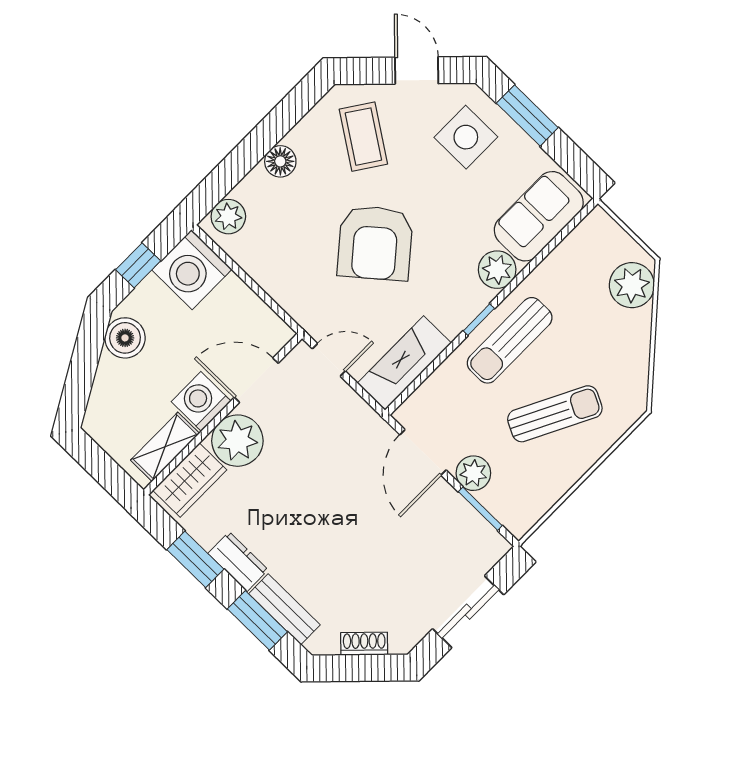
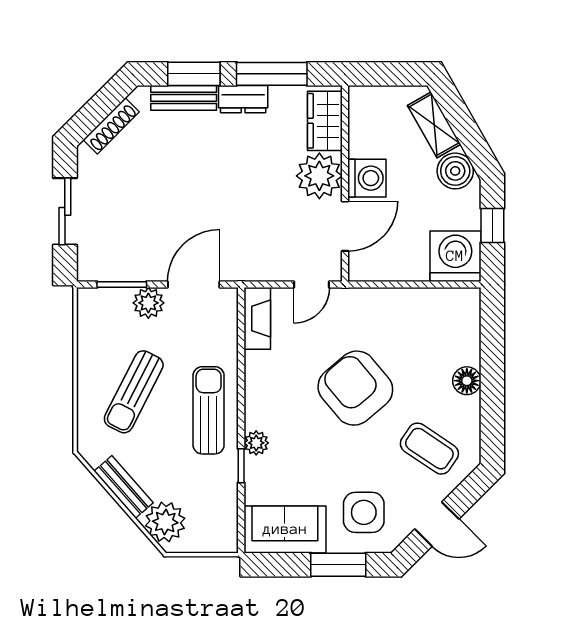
sofa: (539, 216) -> (285, 529), moved, turned -90
plant: (228, 217) -> (465, 313), removed
plant: (497, 270) -> (256, 443), width x0.73, depth x0.73
window: (479, 320) -> (241, 466), moved
bench: (638, 346) -> (124, 487), added
fireplace: (404, 363) -> (257, 318), width x0.73, depth x0.76
shelving: (165, 447) -> (434, 125), moved, turned -30
door: (423, 452) -> (194, 285), hinge flipped
window: (195, 559) -> (272, 74), width x1.44
shoe rack: (364, 644) -> (111, 126), width x1.43

